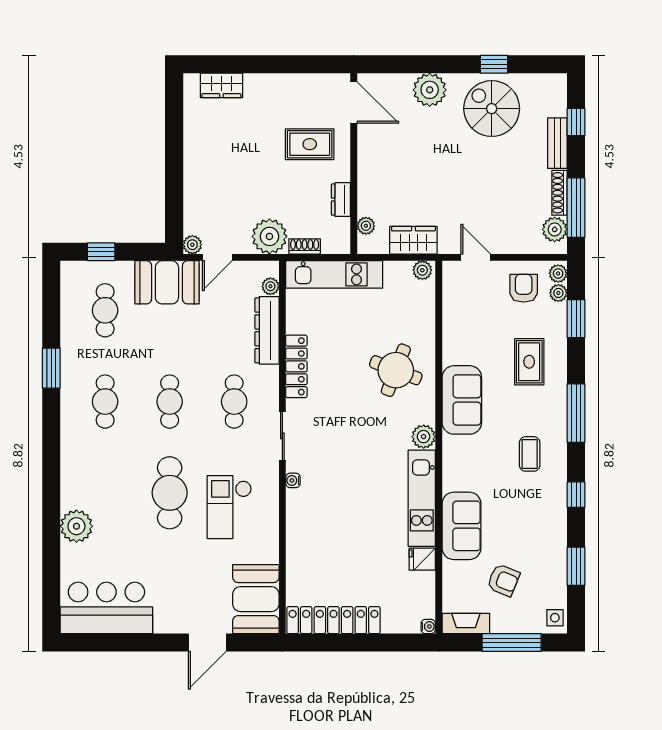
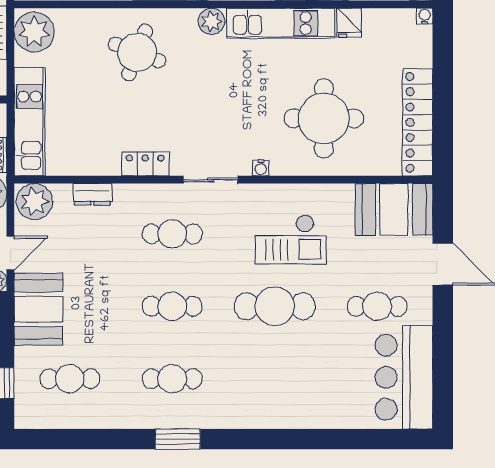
door: (217, 257) -> (10, 253), hinge flipped
plant: (422, 270) -> (34, 32), width x1.88, depth x1.88
plant: (270, 286) -> (34, 202), width x1.88, depth x1.88
dresser: (267, 330) -> (92, 194), width x0.51, depth x0.80
locker: (296, 366) -> (145, 164), width x0.66
window: (51, 368) -> (178, 439), moved
plant: (76, 526) -> (312, 411), removed
round table: (337, 537) -> (324, 118), added
cafe table: (170, 584) -> (377, 306), added

